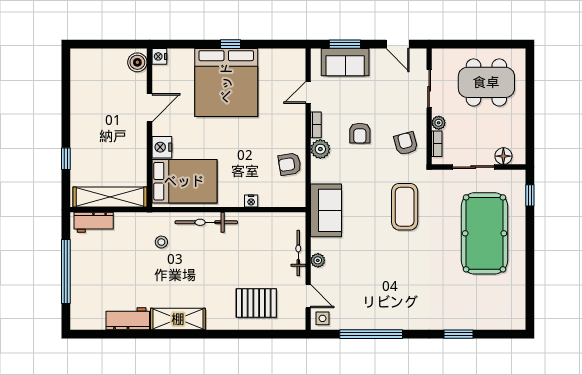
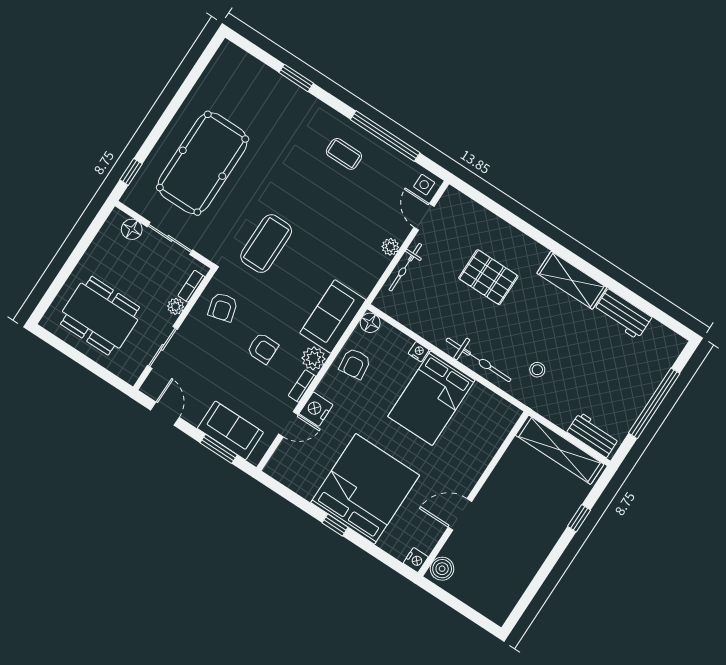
armchair: (360, 133) -> (263, 348), turned 90
nightstand: (162, 147) -> (316, 409), moved, turned 180
armchair: (290, 164) -> (355, 364), turned 92
bed: (184, 181) -> (431, 398), moved, turned -90
floor lamp: (297, 199) -> (370, 323), added
sofa: (326, 210) -> (333, 316), moved
pallet: (256, 303) -> (488, 277), moved
coffee table: (391, 303) -> (344, 154), added

